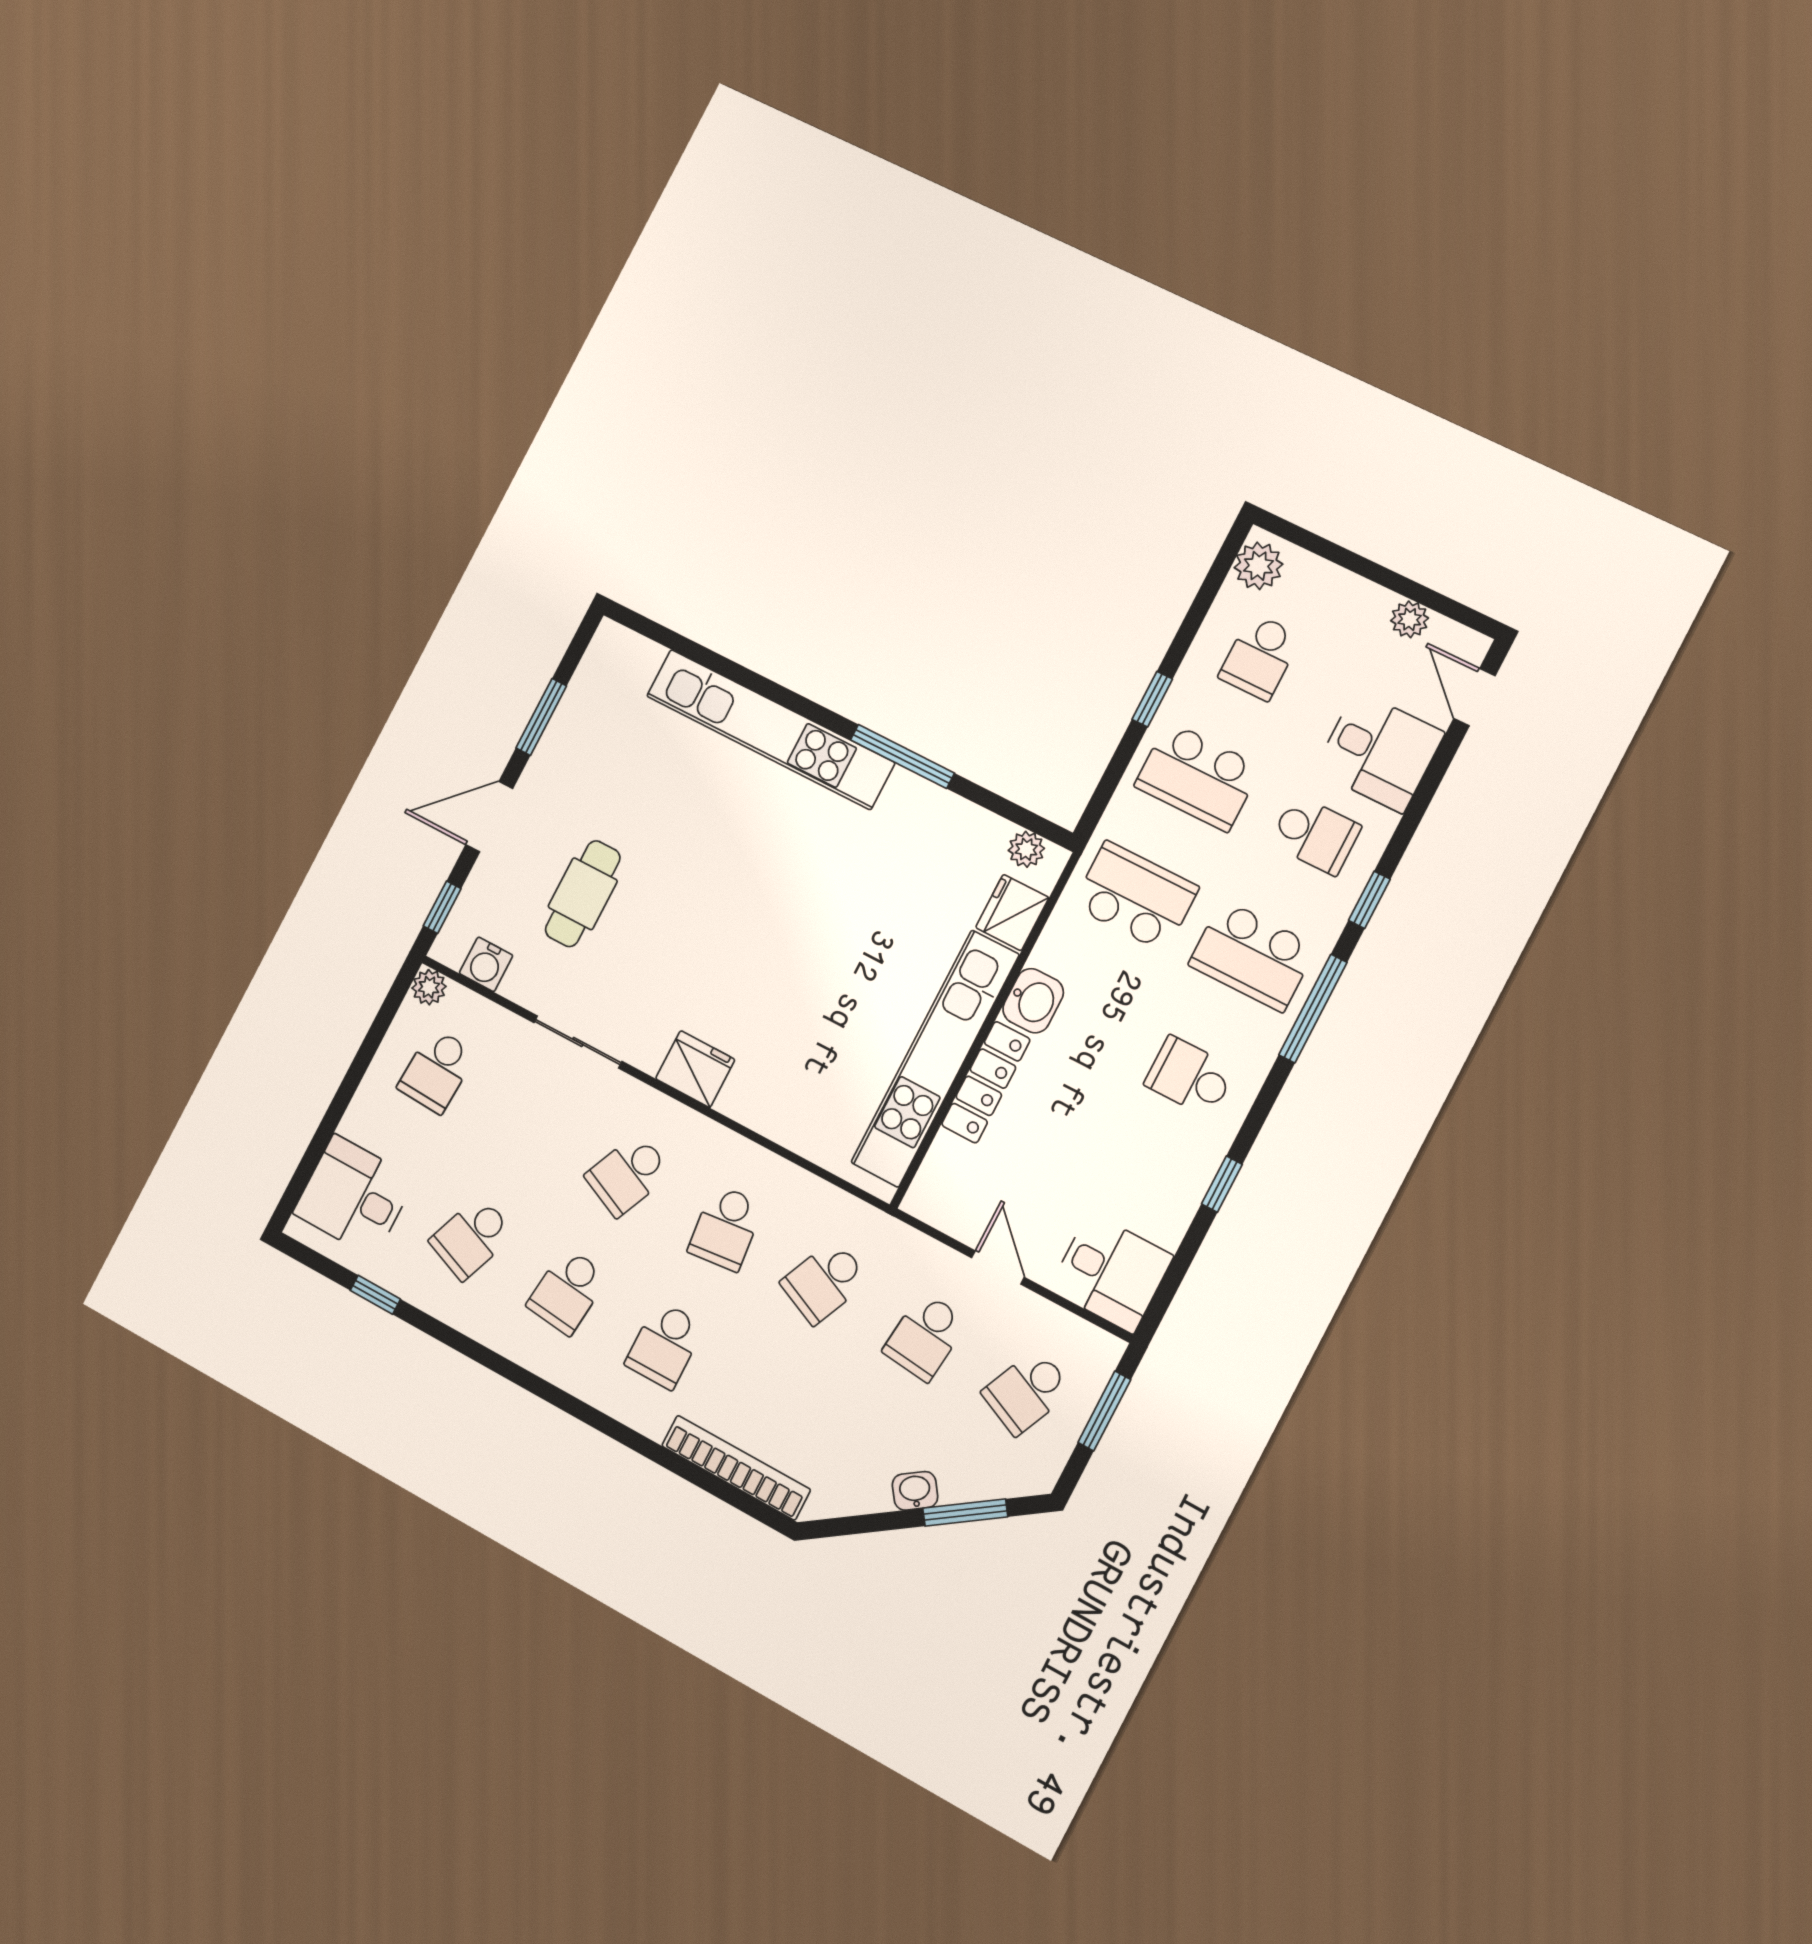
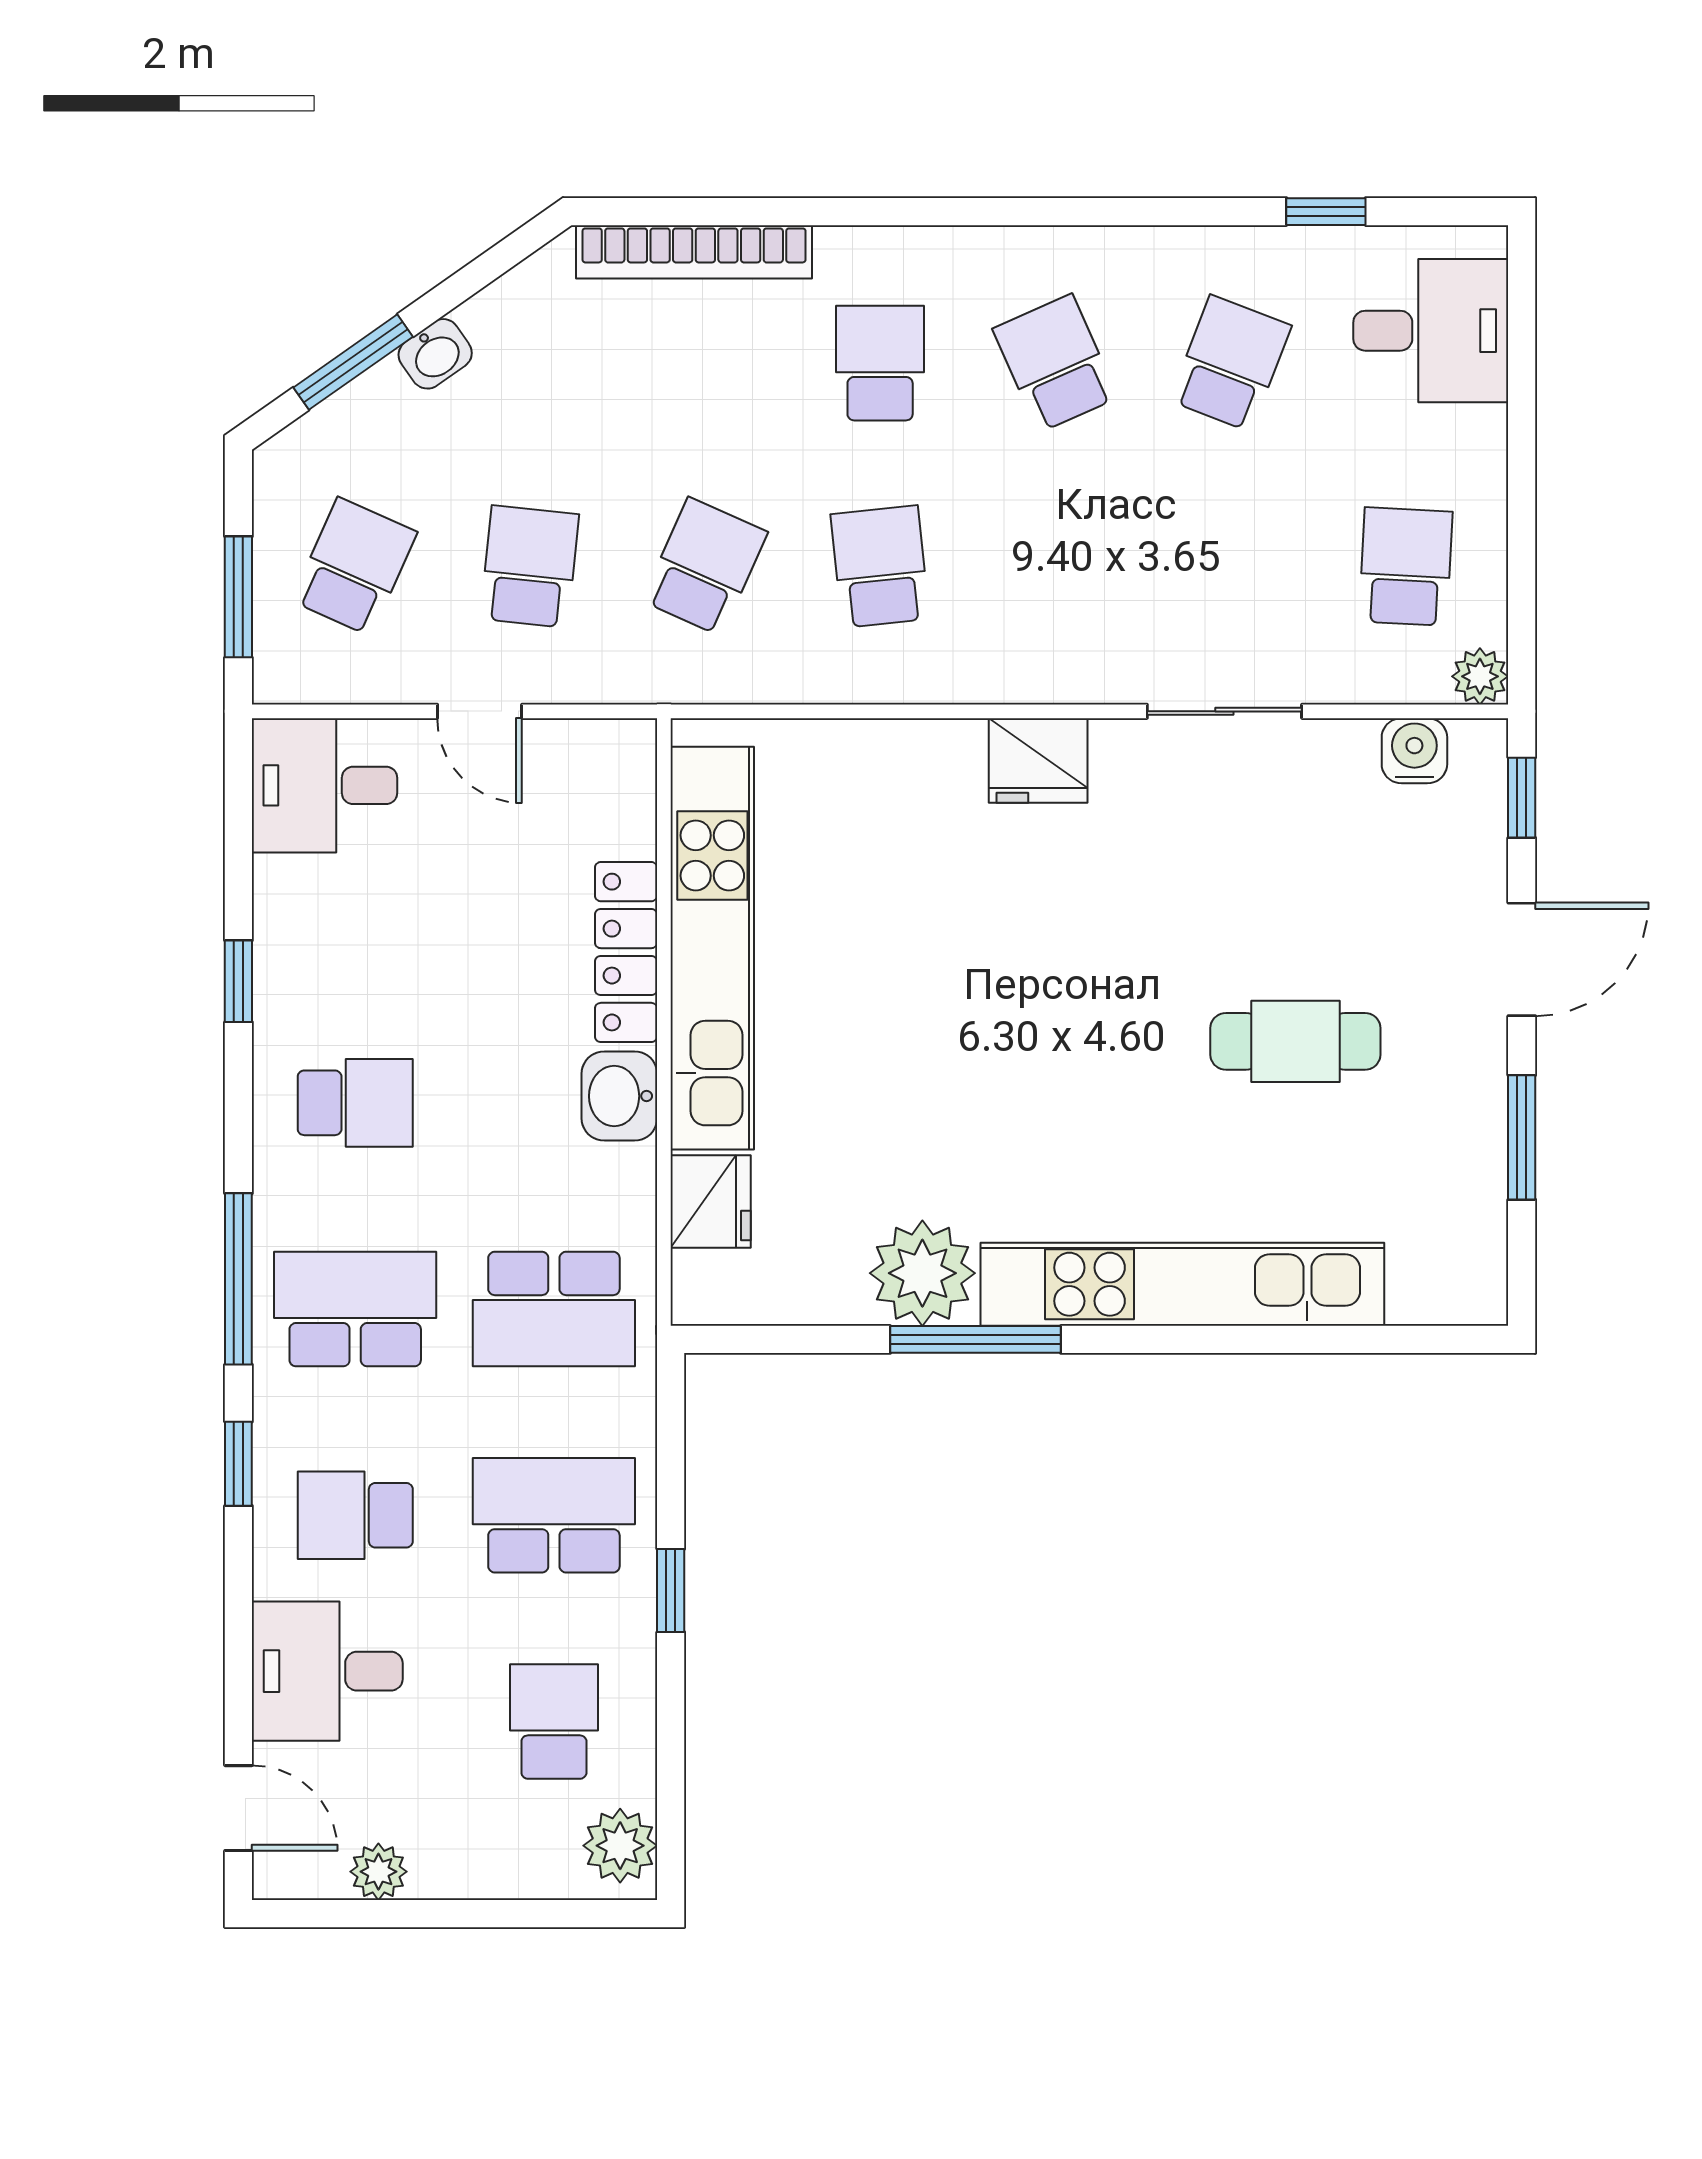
plant: (1026, 849) -> (922, 1273), moved, width x1.88, depth x1.88
cafe table: (583, 894) -> (1295, 1041), moved, turned 90
school desk: (628, 1175) -> (1055, 567), removed
school desk: (568, 1291) -> (1055, 363), turned -30

